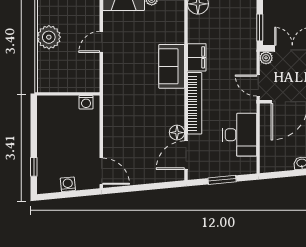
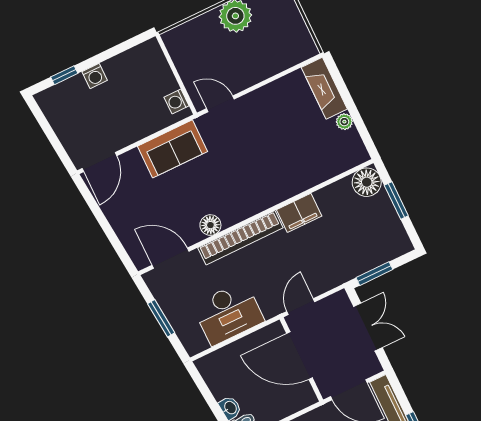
door: (101, 42) -> (220, 104), moved
plant: (266, 58) -> (340, 300), removed
sofa: (172, 66) -> (173, 149), moved, turned 180
floor lamp: (177, 133) -> (210, 225), moved
washing machine: (68, 184) -> (95, 76), moved, turned 95

